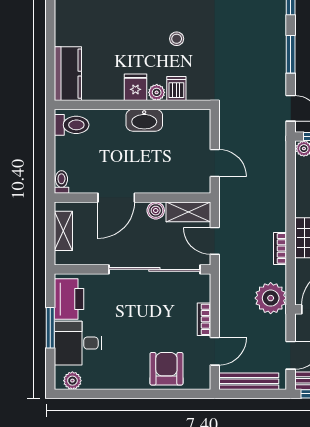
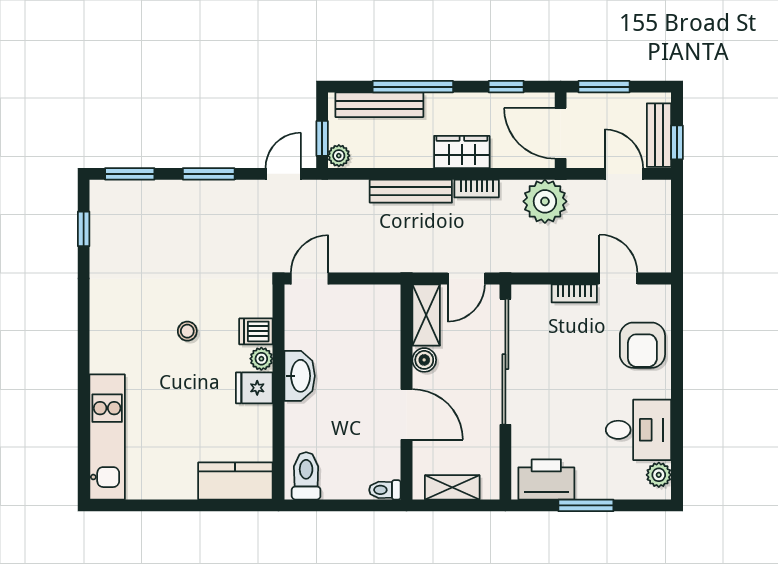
door: (215, 163) -> (310, 279), moved
desk: (78, 343) -> (638, 430), moved, turned -90
armchair: (166, 369) -> (642, 345), turned -90
bench: (249, 381) -> (411, 191), moved, turned 90

